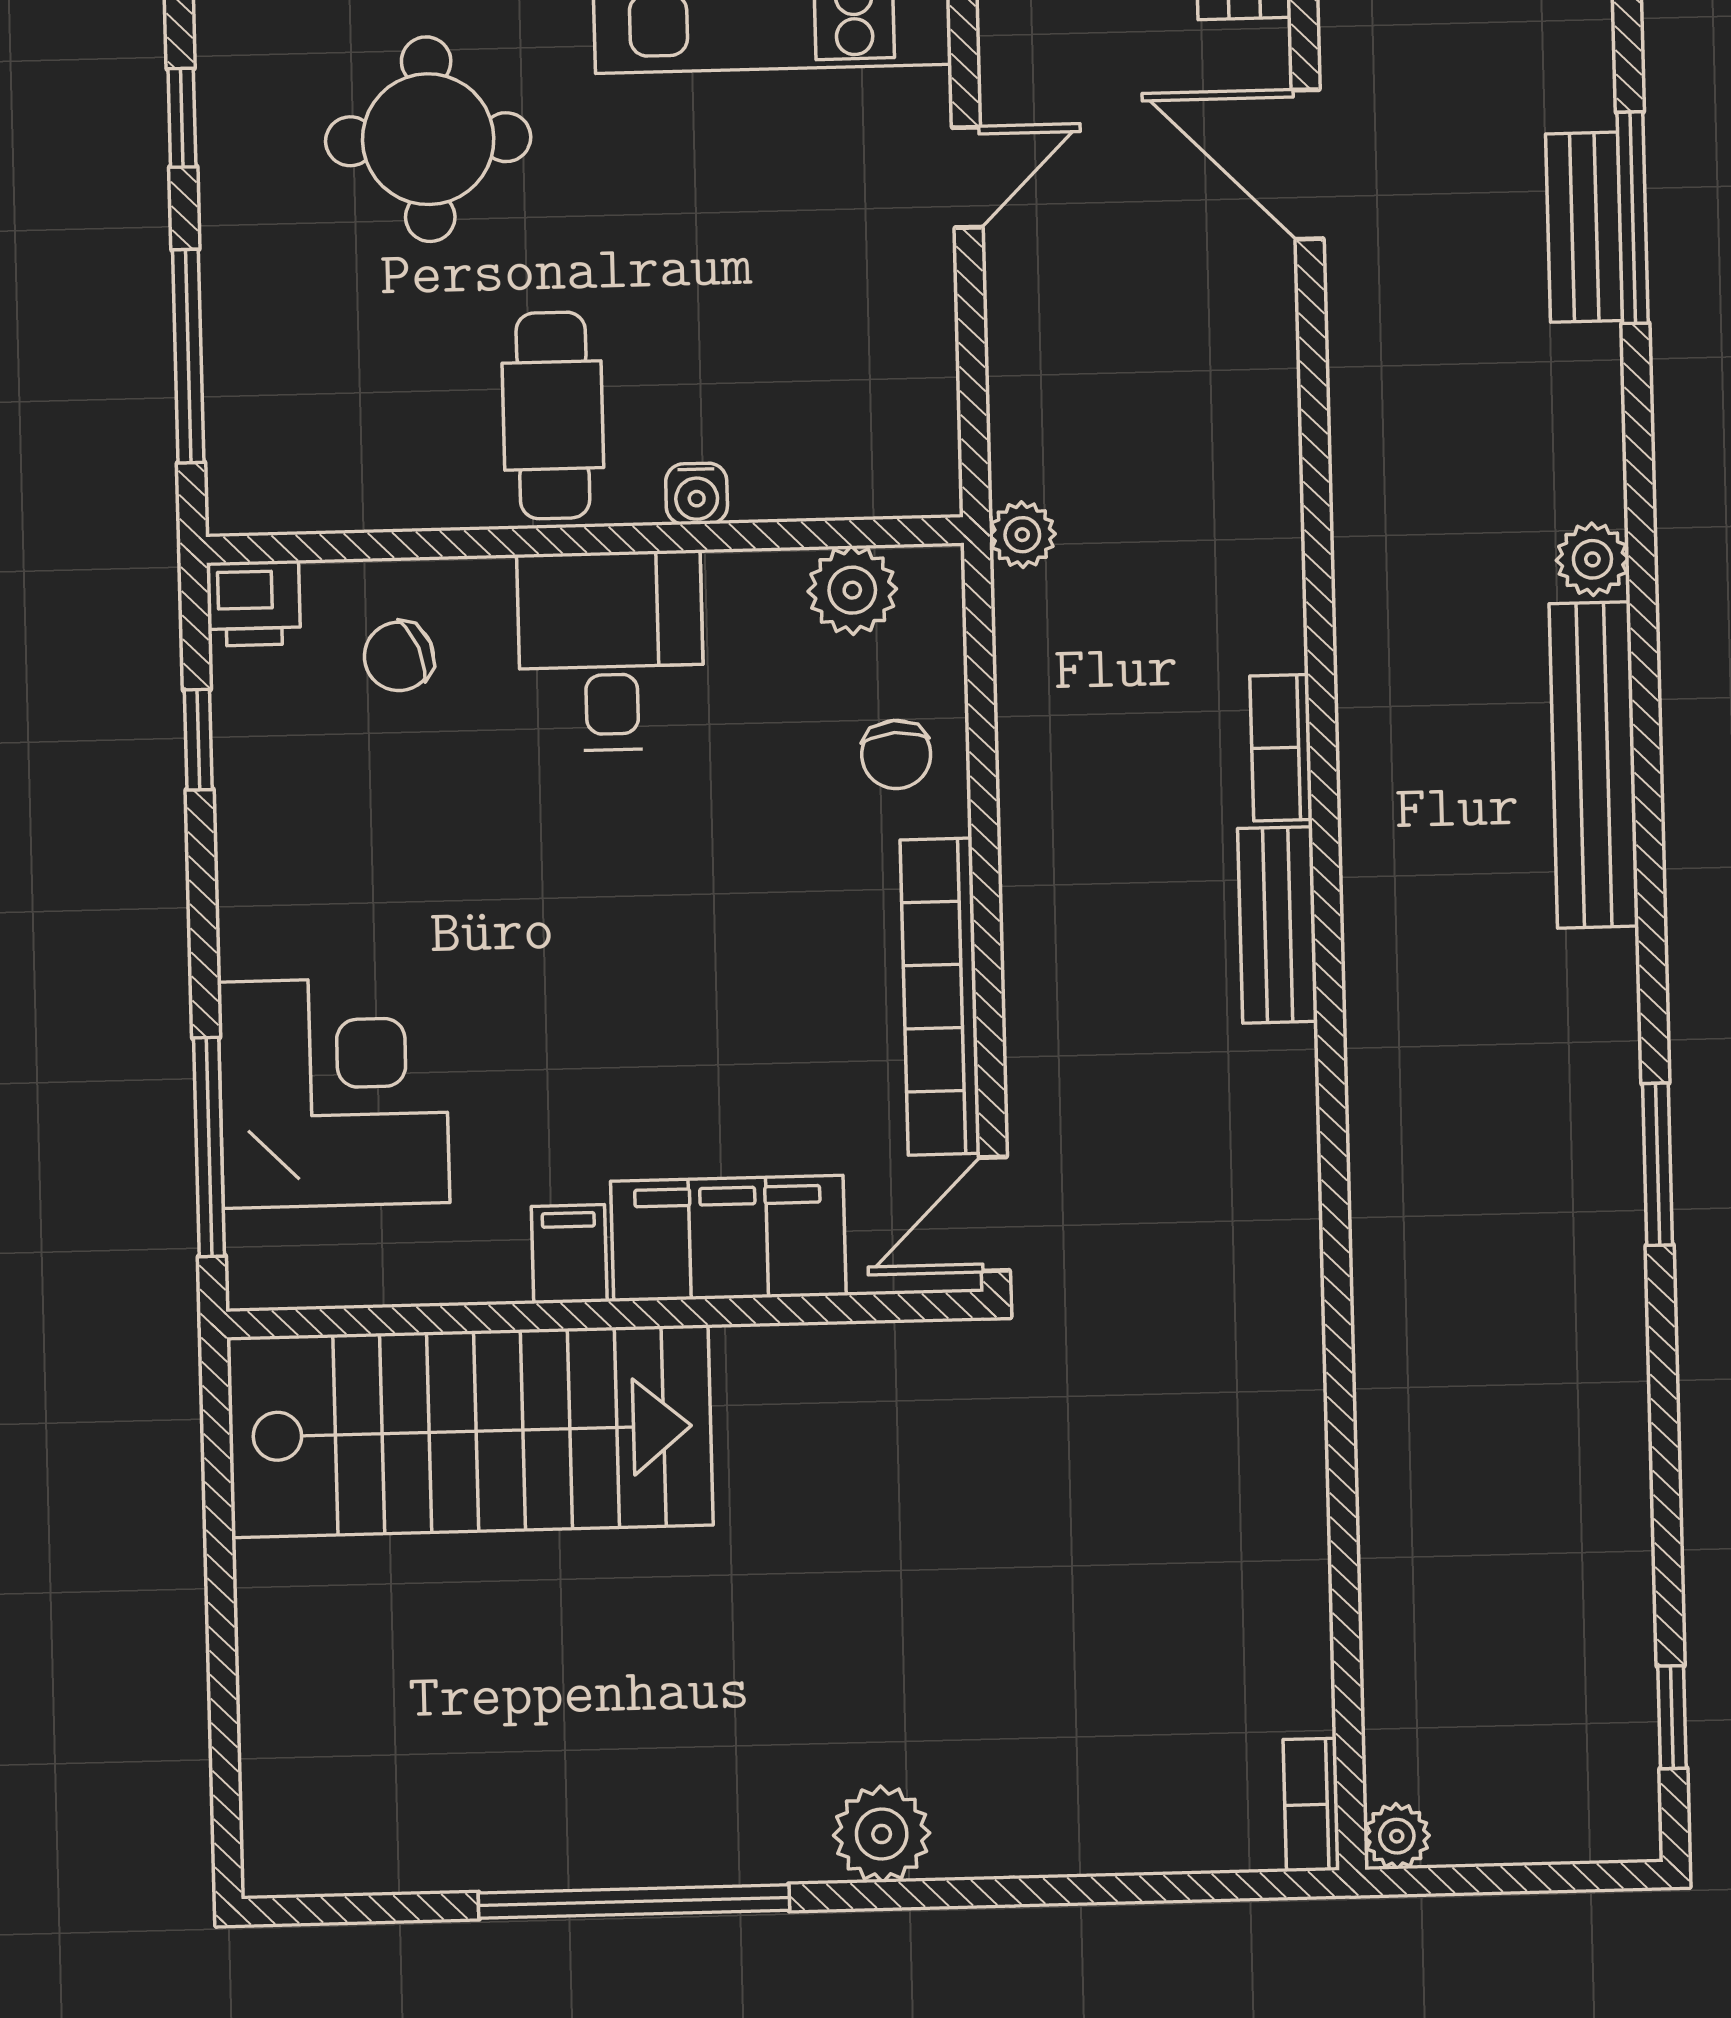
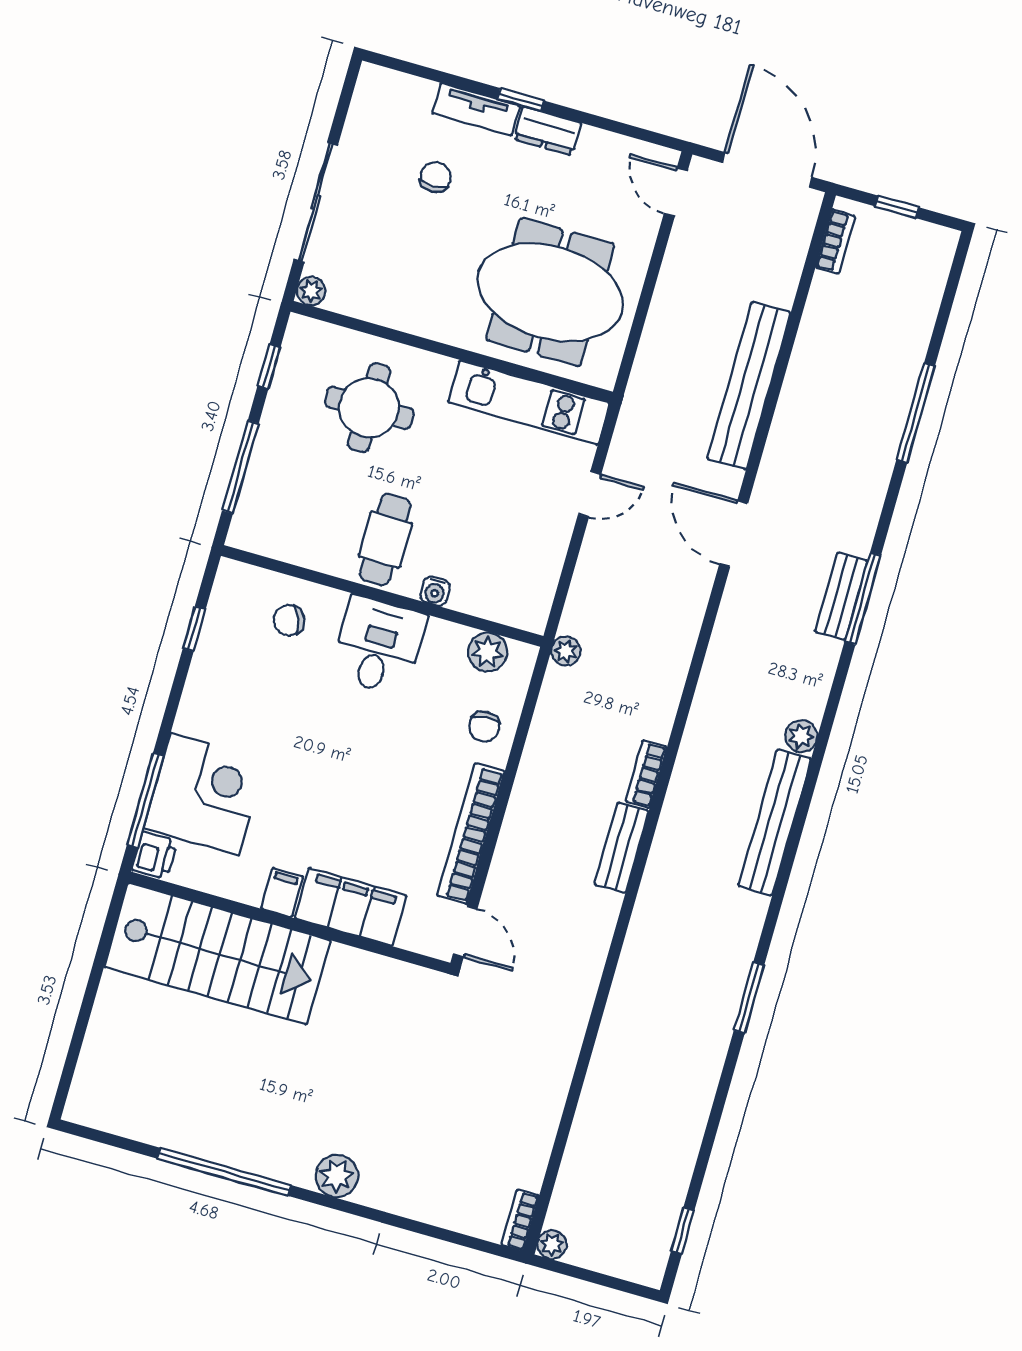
printer: (254, 603) -> (155, 856), moved, turned -90
door: (994, 1214) -> (465, 932), swing flipped

